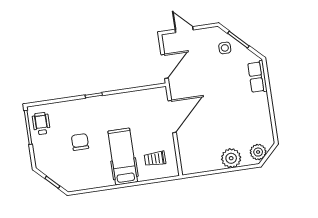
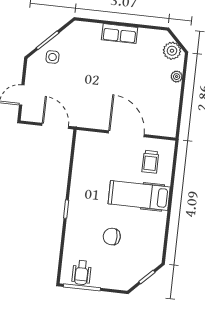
row of seats: (257, 77) -> (120, 34), moved
door: (172, 117) -> (126, 134), moved
wheelchair: (41, 124) -> (82, 273), turned -90
plant: (231, 158) -> (177, 77), width x0.53, depth x0.53

